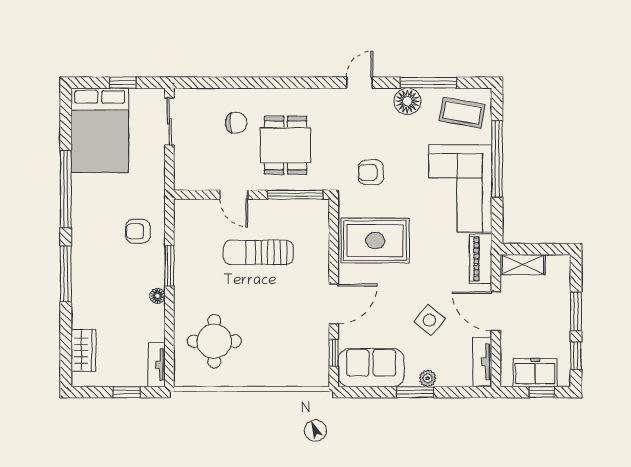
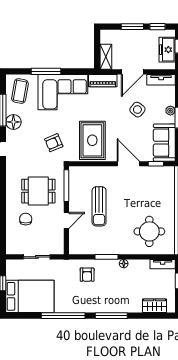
sliding door: (169, 121) -> (37, 257), moved
window: (497, 159) -> (46, 71), width x0.68
armchair: (371, 172) -> (54, 143), turned 67

